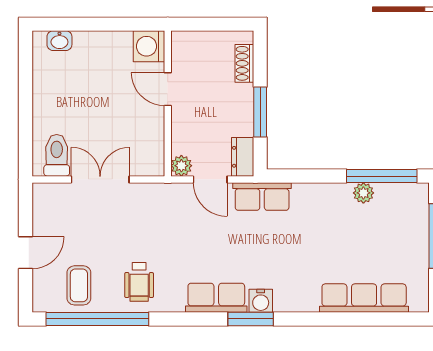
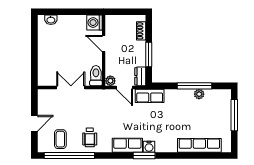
toilet: (57, 155) -> (96, 76), moved
window: (382, 176) -> (194, 86), moved

